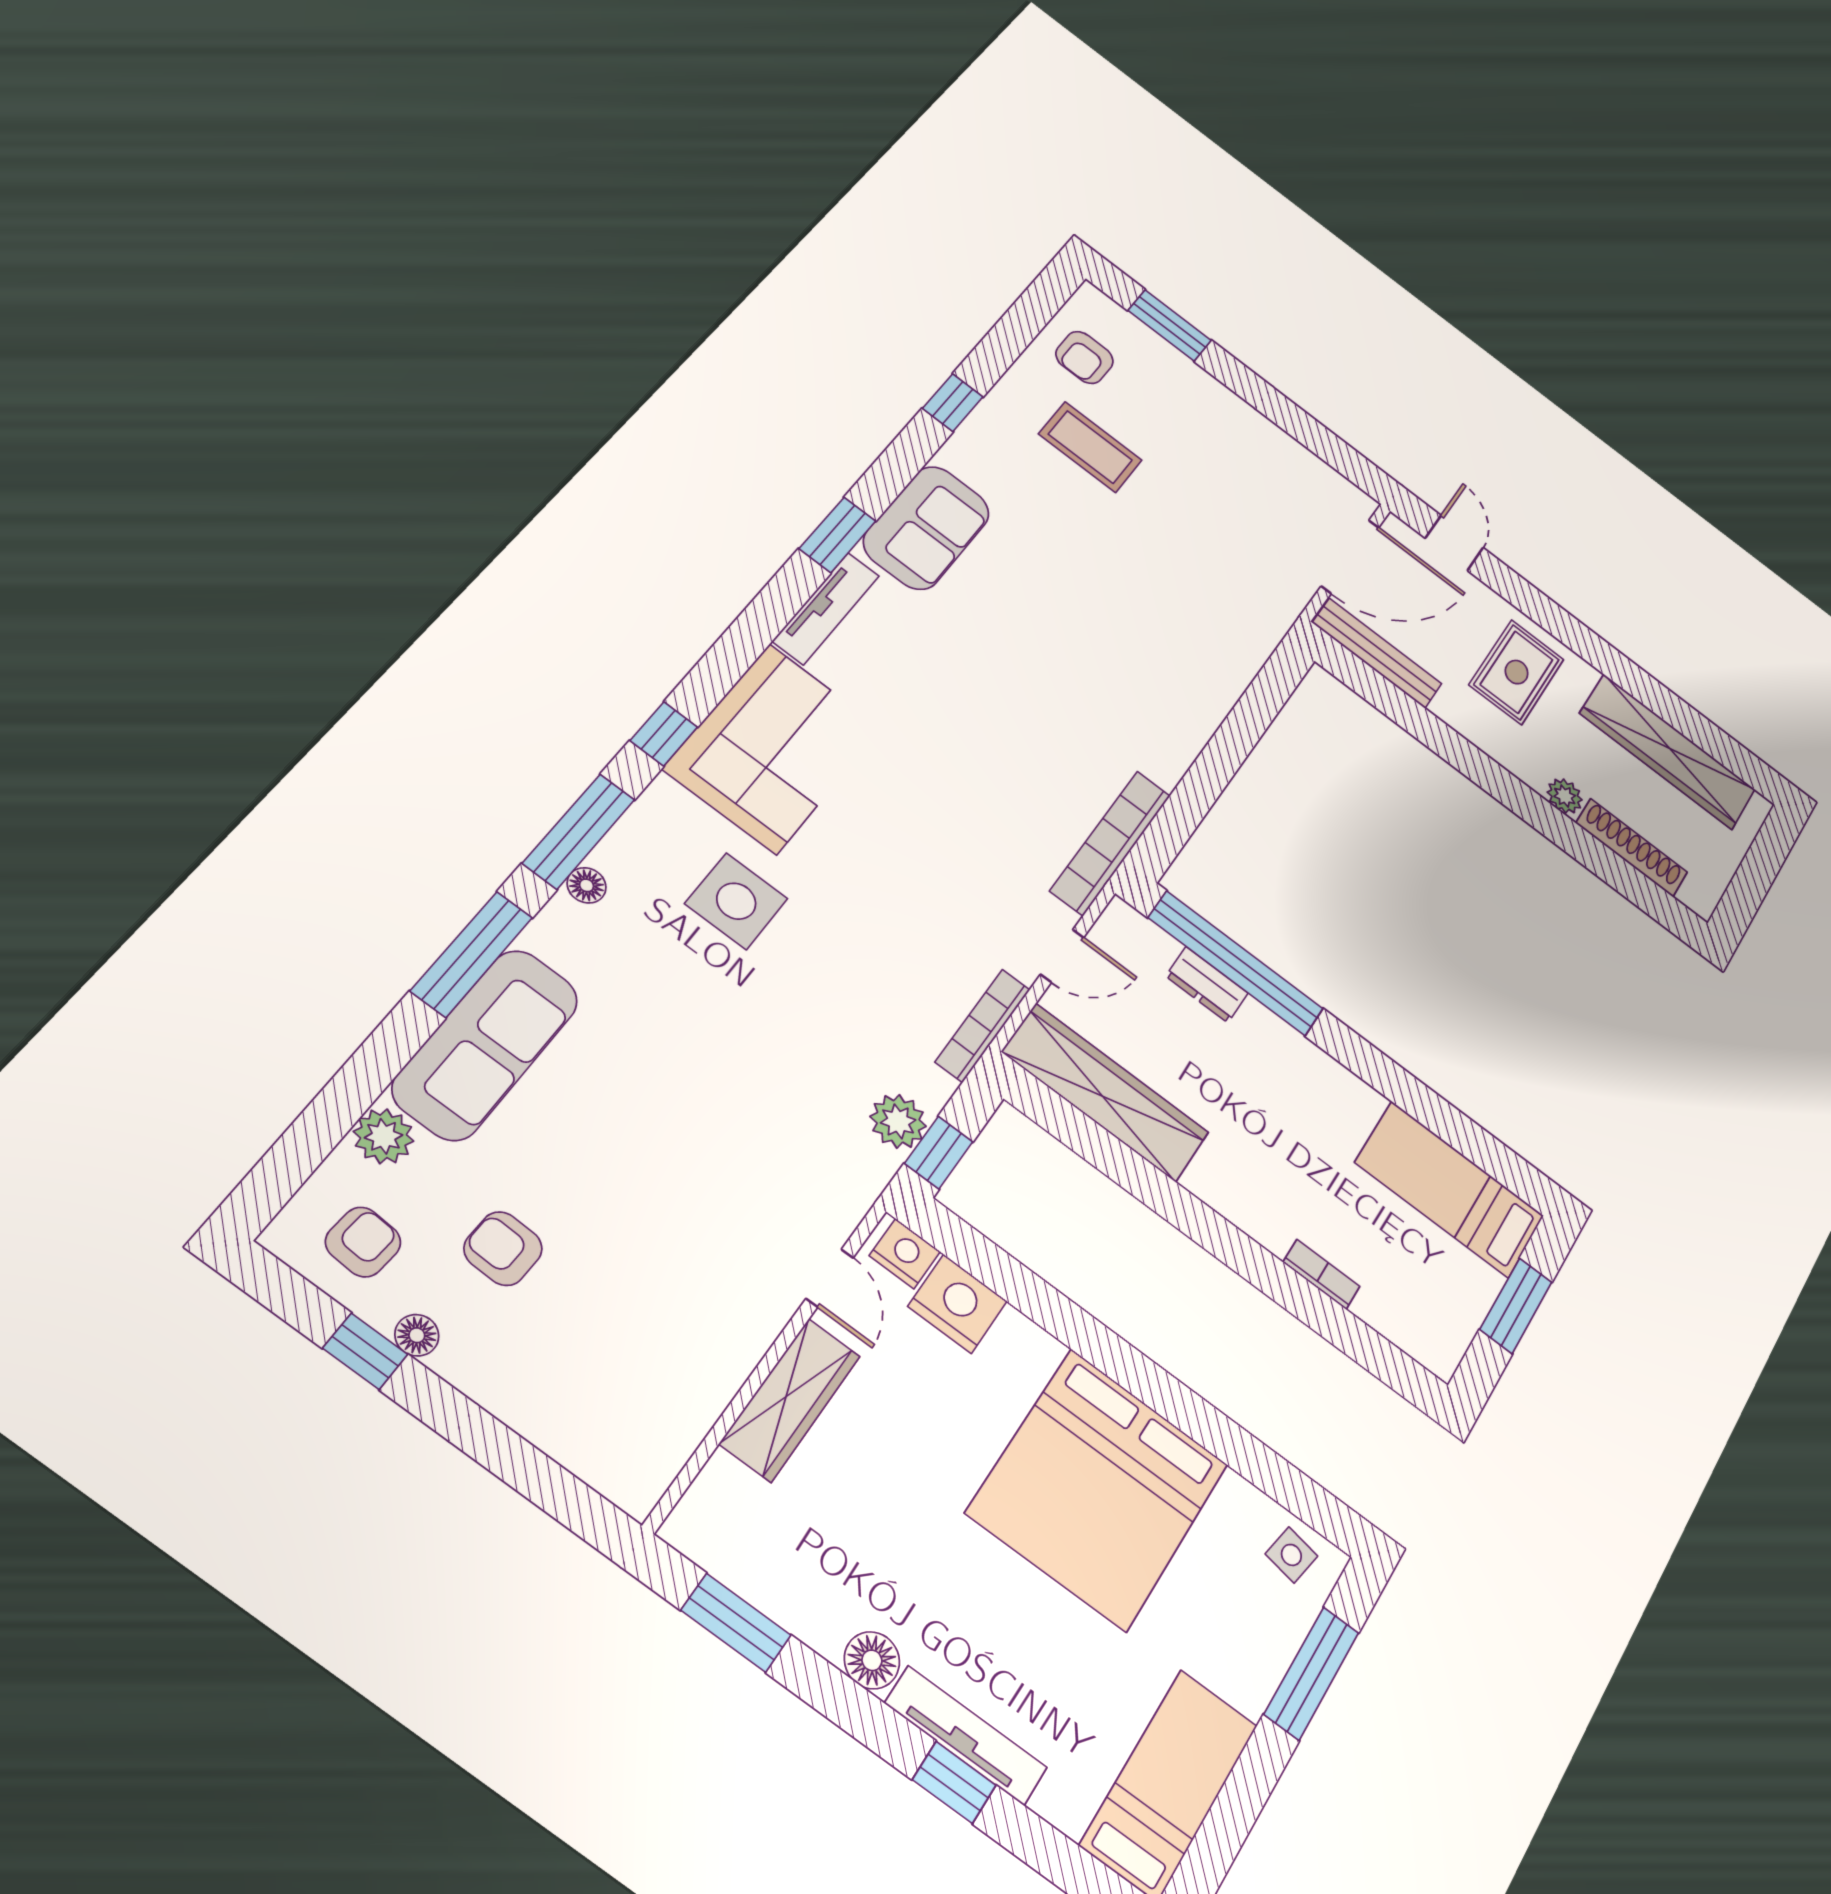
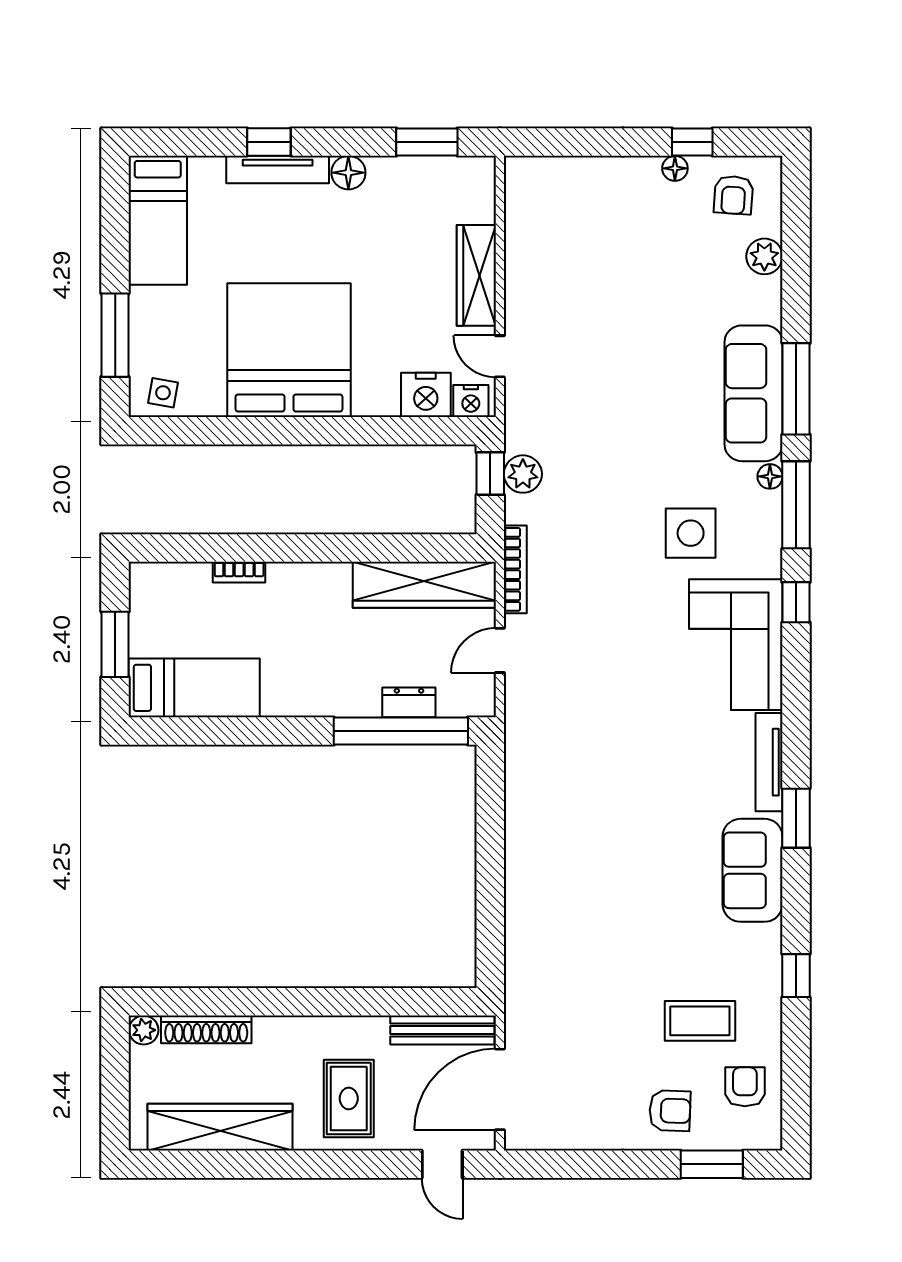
plant: (1565, 796) -> (144, 1030), moved
bookcase: (1111, 843) -> (518, 749), removed
sofa: (486, 1044) -> (754, 393), moved
armchair: (503, 1249) -> (670, 1111), moved

